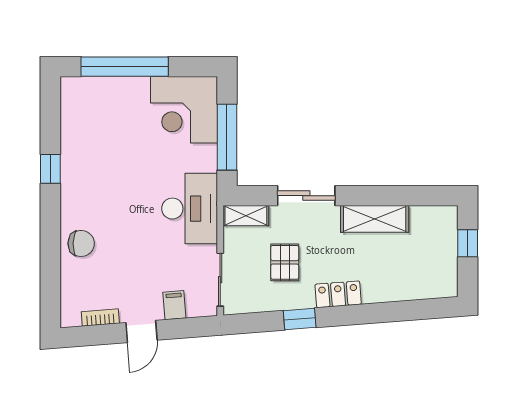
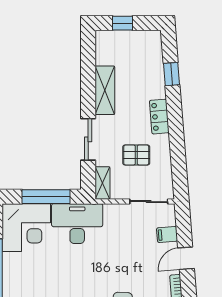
desk: (190, 209) -> (77, 224), moved
window: (300, 319) -> (172, 74), moved
door: (141, 331) -> (186, 258), swing flipped

